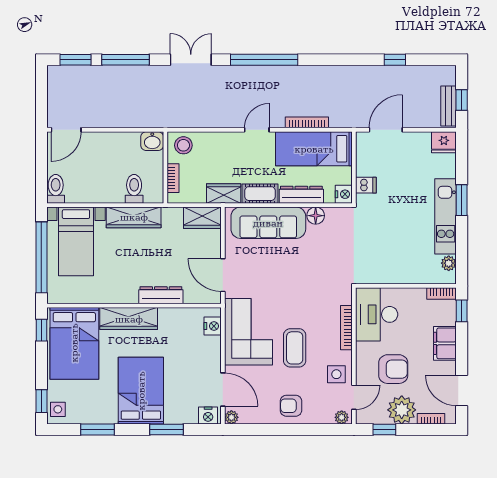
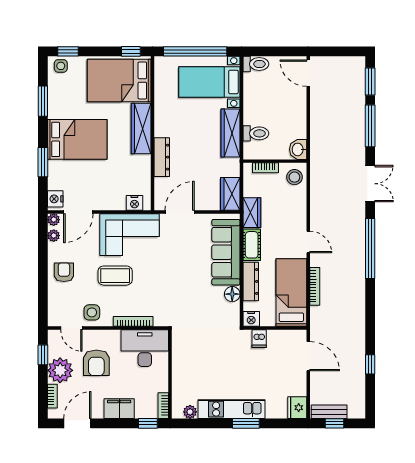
plant: (342, 417) -> (54, 236), moved

